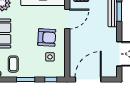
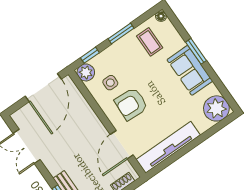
plant: (59, 72) -> (86, 72), added

